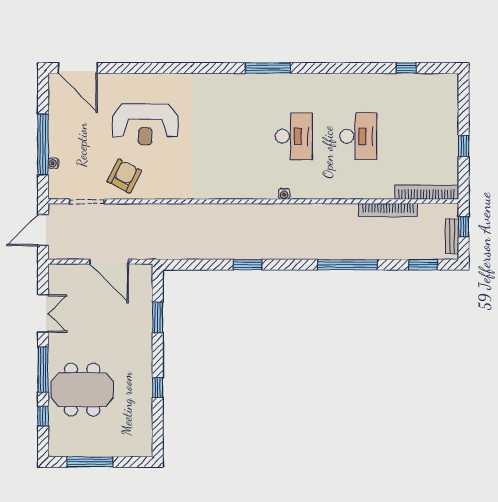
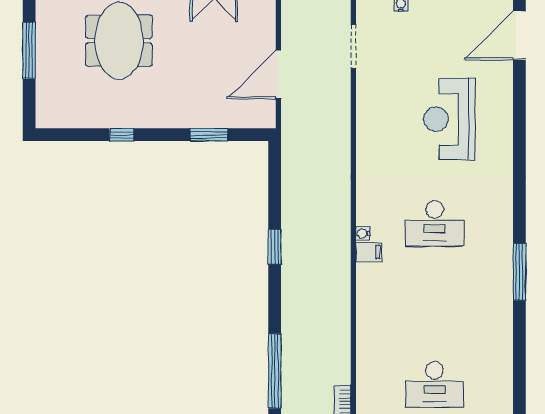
desk: (294, 136) -> (435, 224), moved
armchair: (124, 176) -> (385, 93), removed
filing cabinet: (252, 189) -> (369, 252), added
water cooler: (284, 194) -> (363, 234), moved

